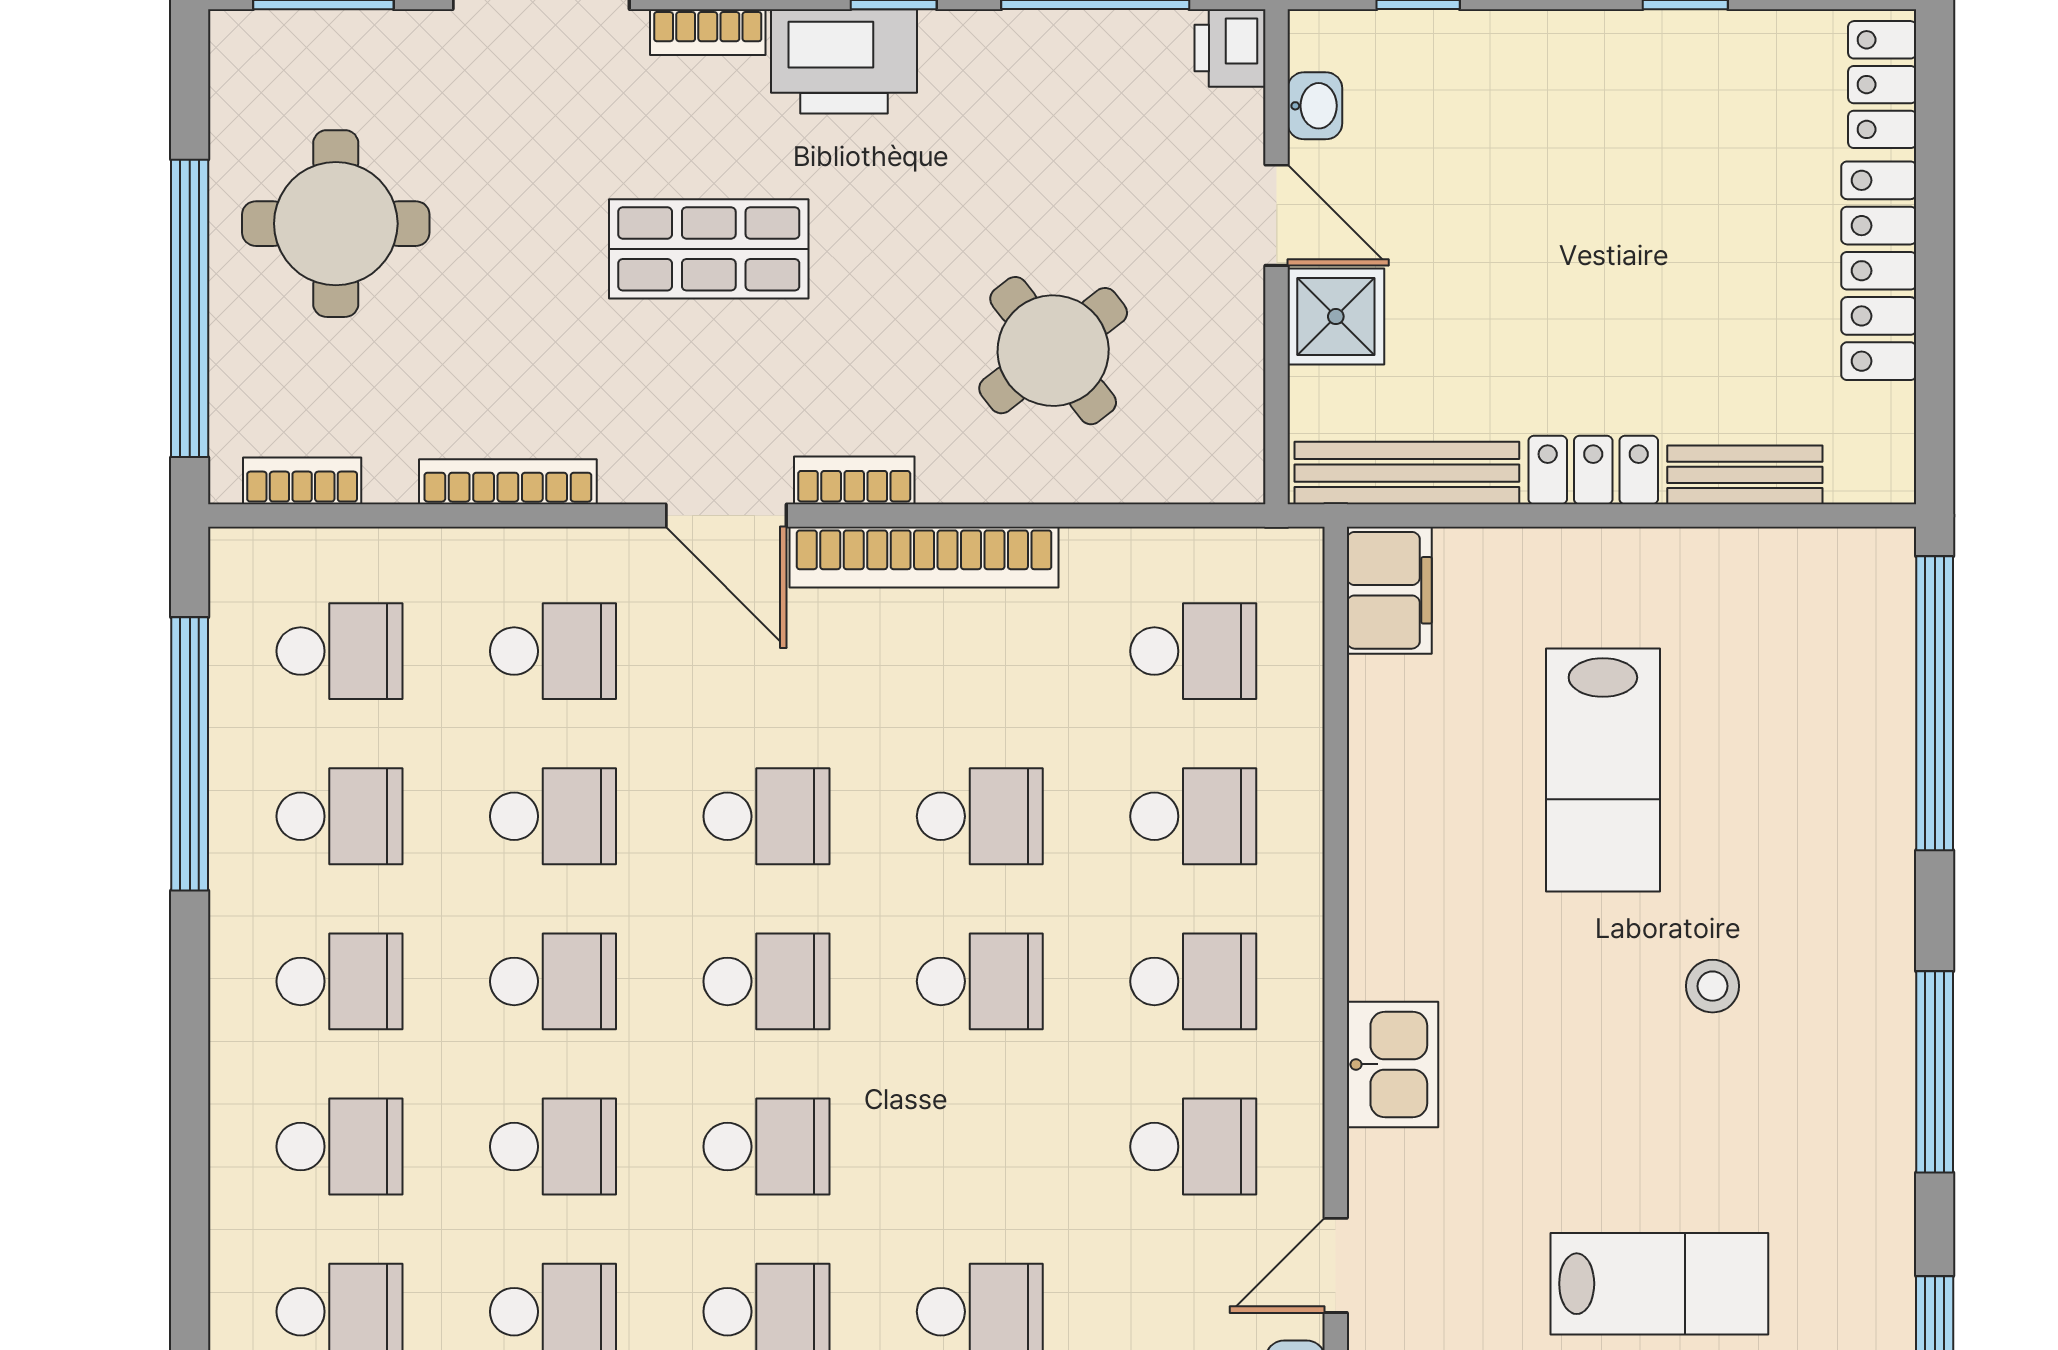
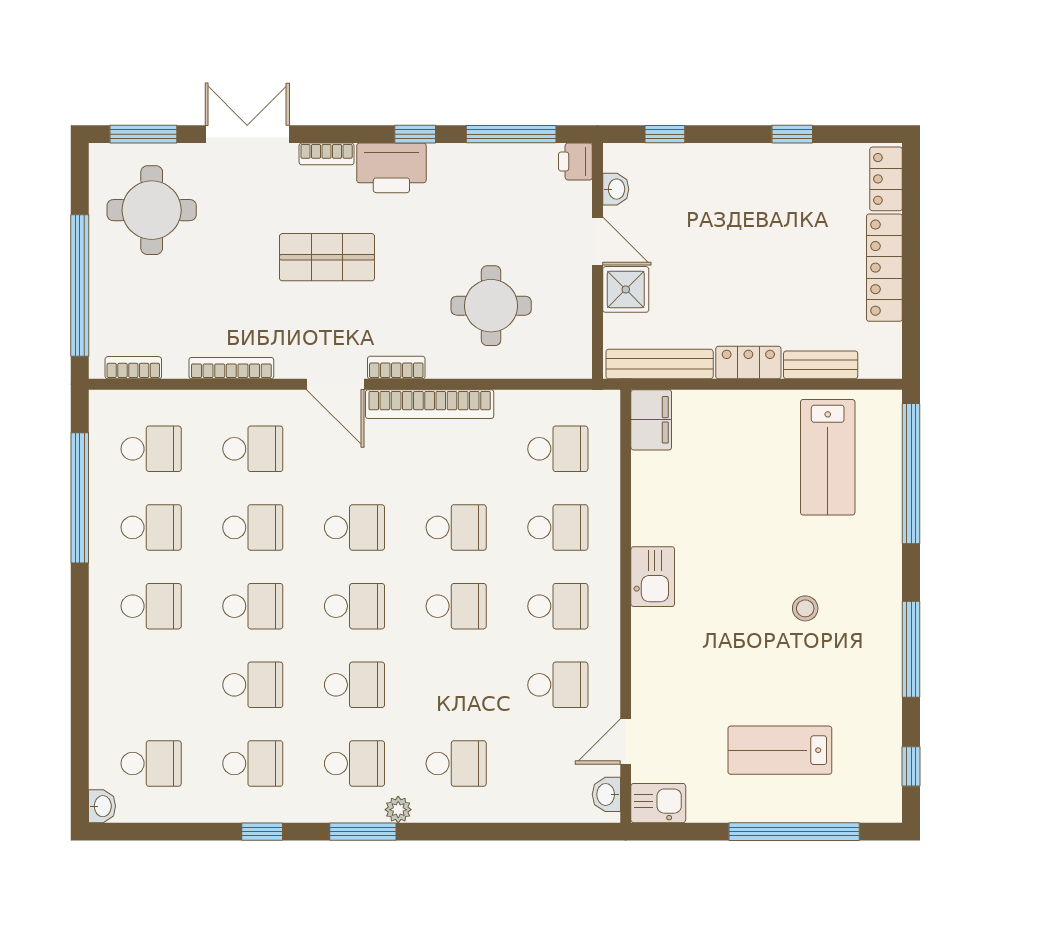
round table: (336, 224) -> (152, 210), moved
round table: (1053, 351) -> (491, 306), turned 38
lab bench: (1603, 770) -> (828, 457), moved
kitchen sink: (1392, 1064) -> (653, 577), moved
school desk: (340, 1147) -> (151, 685), removed
lab bench: (1659, 1284) -> (780, 750), turned 180

